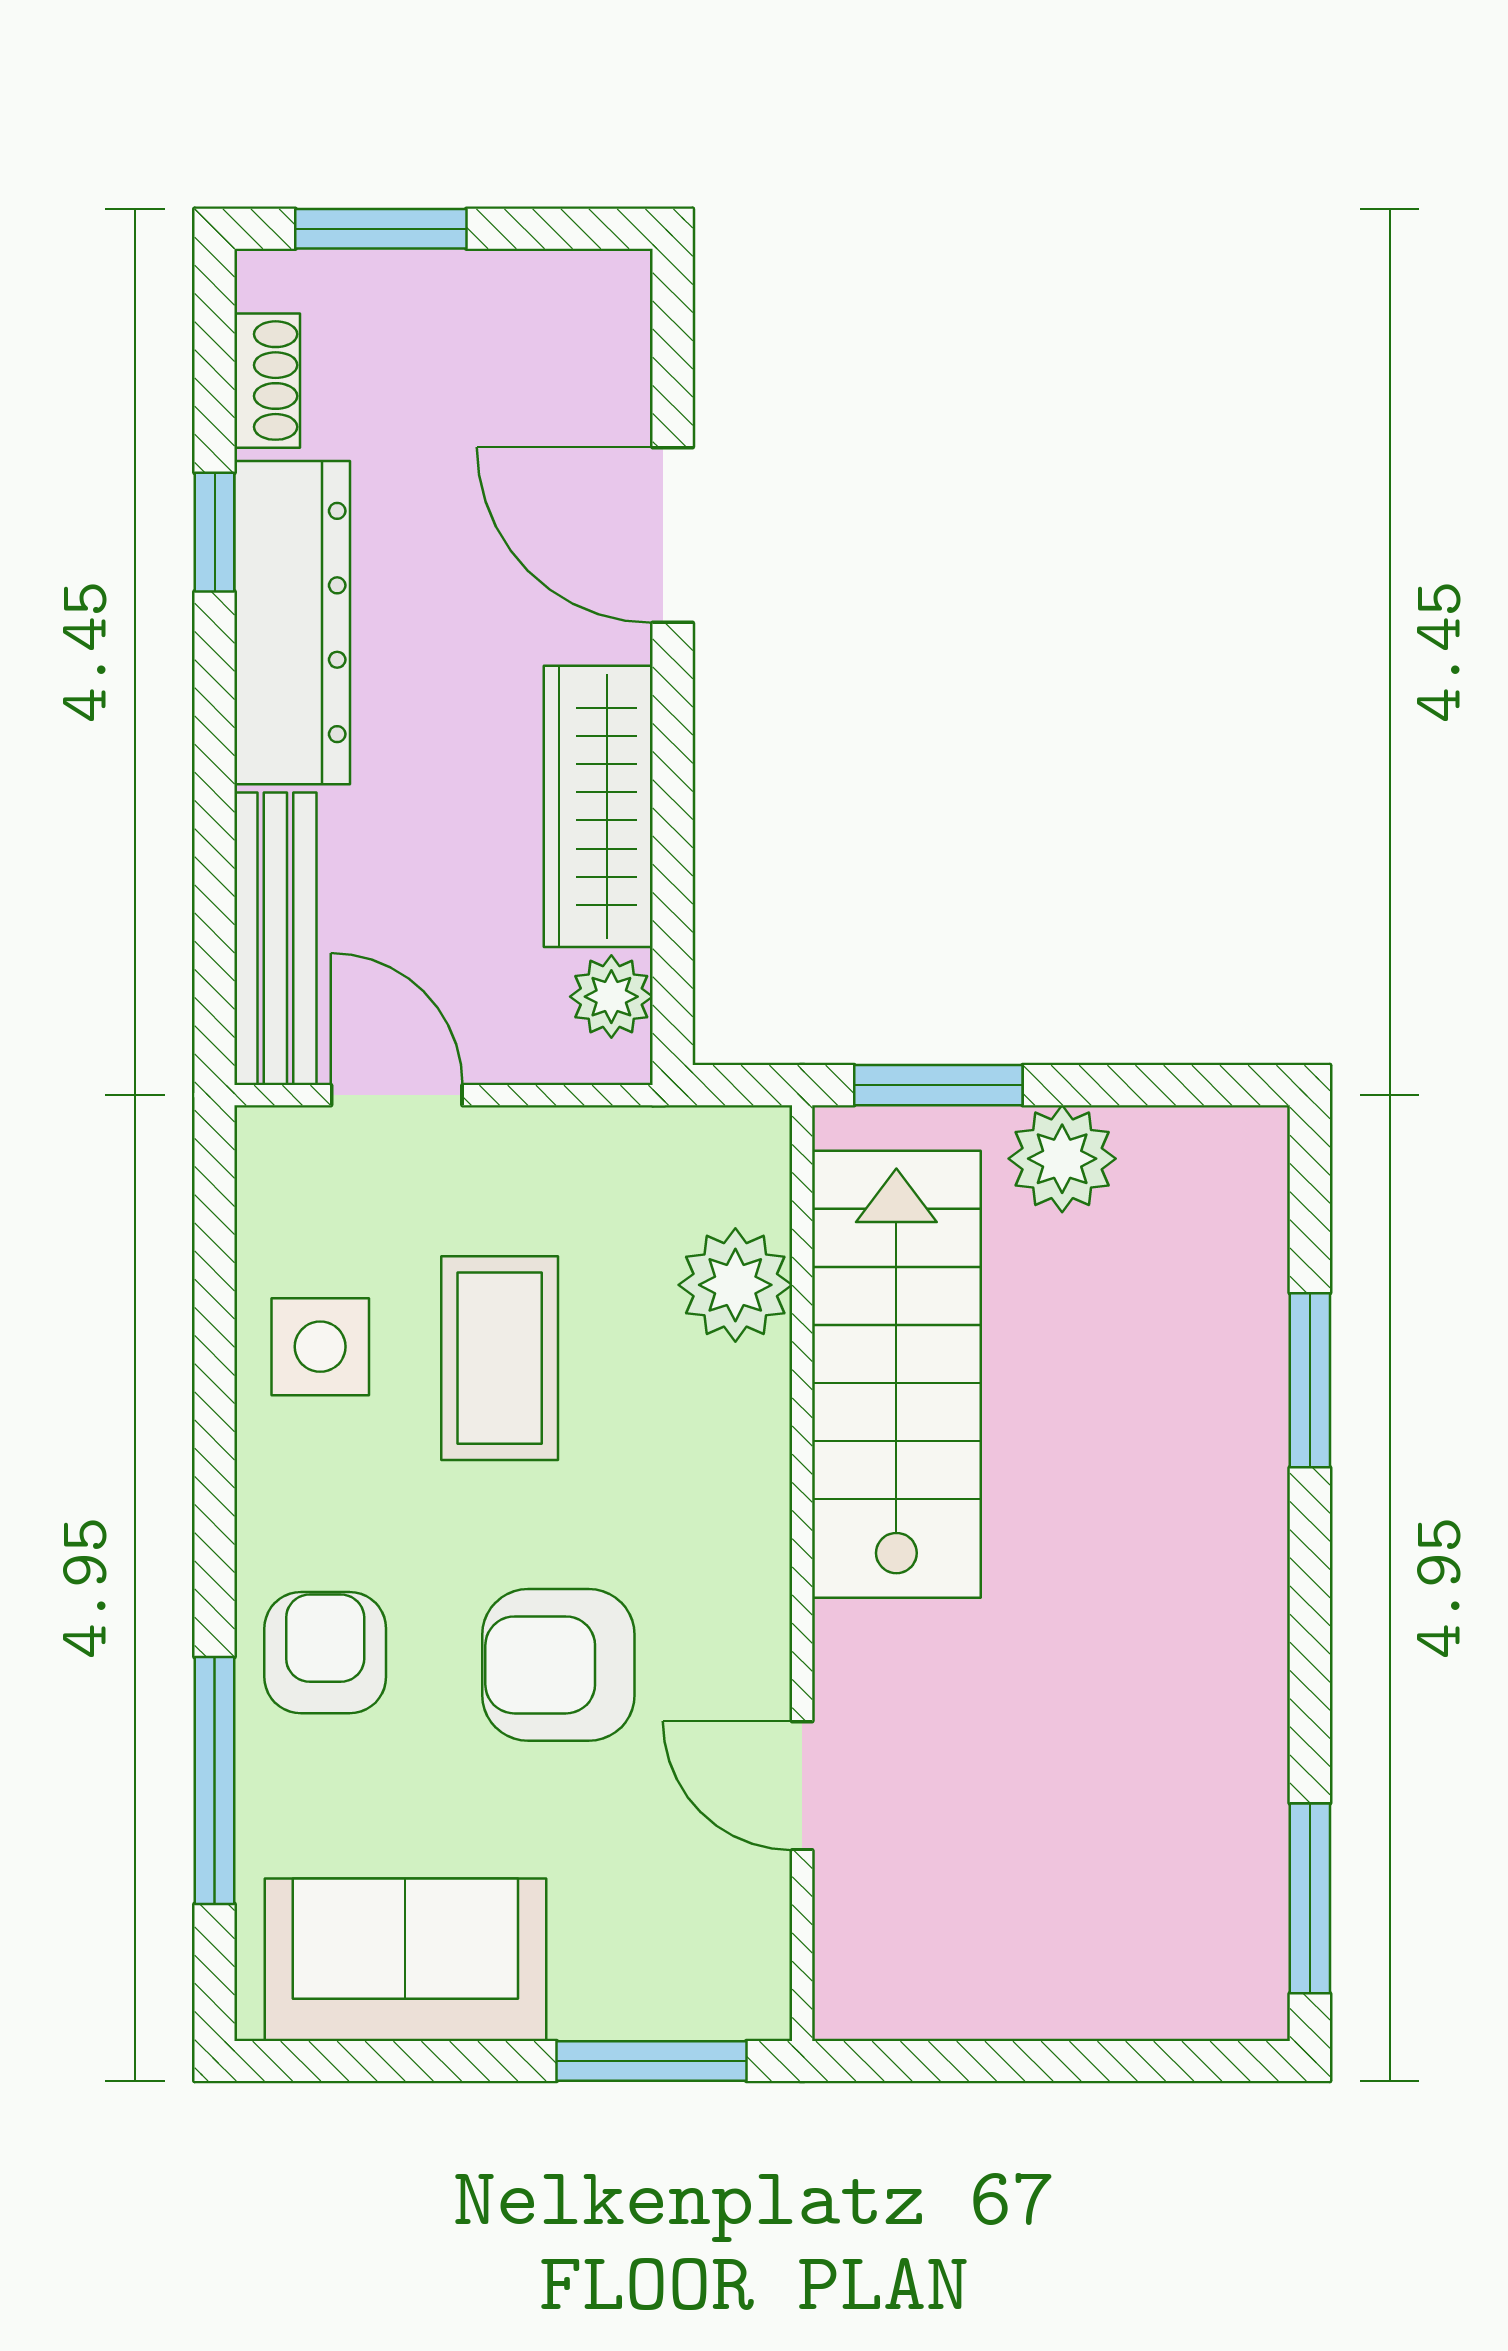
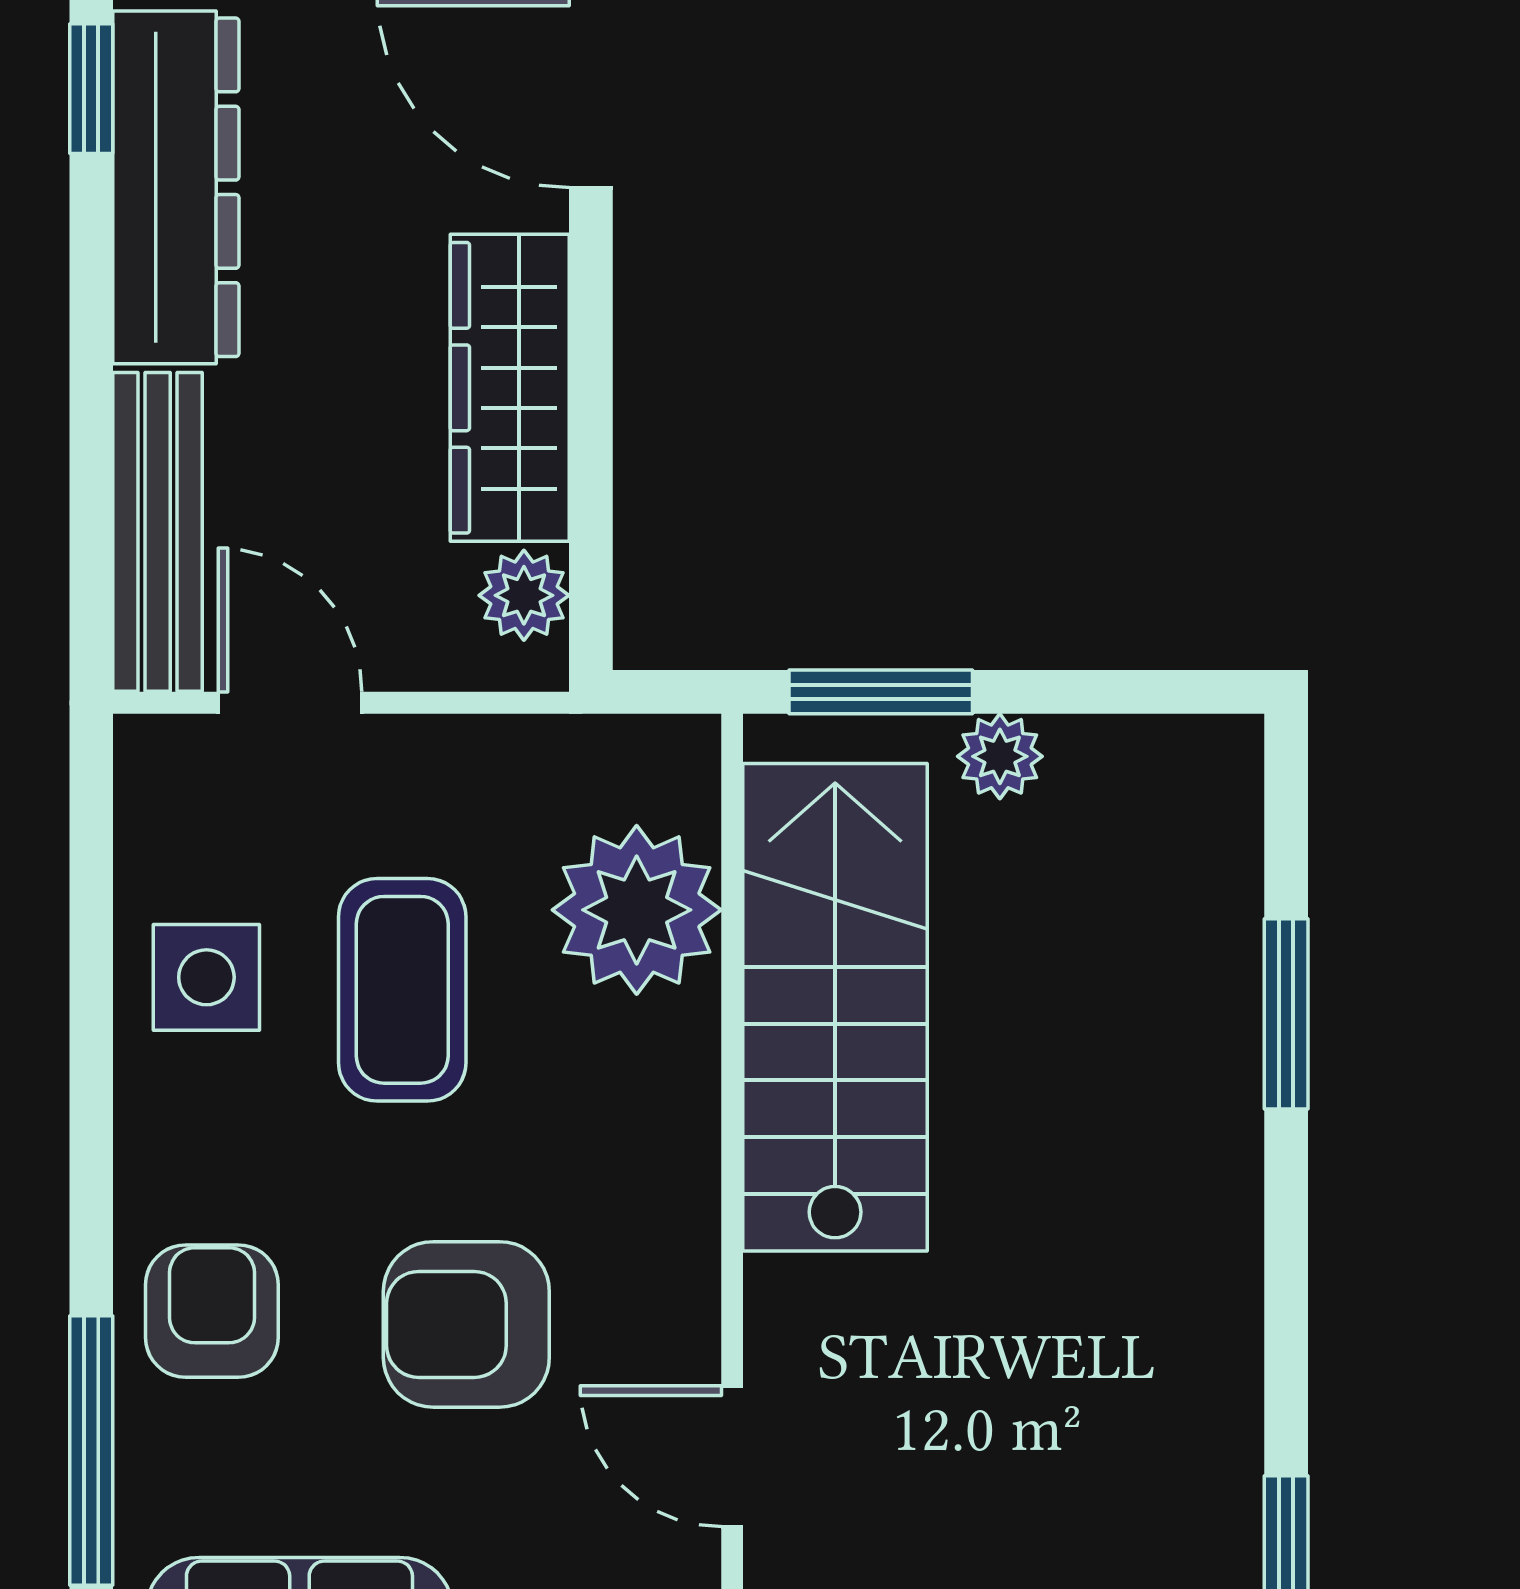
plant: (1062, 1159) -> (1000, 756), width x0.73, depth x0.73
plant: (735, 1285) -> (637, 910), width x1.36, depth x1.36

